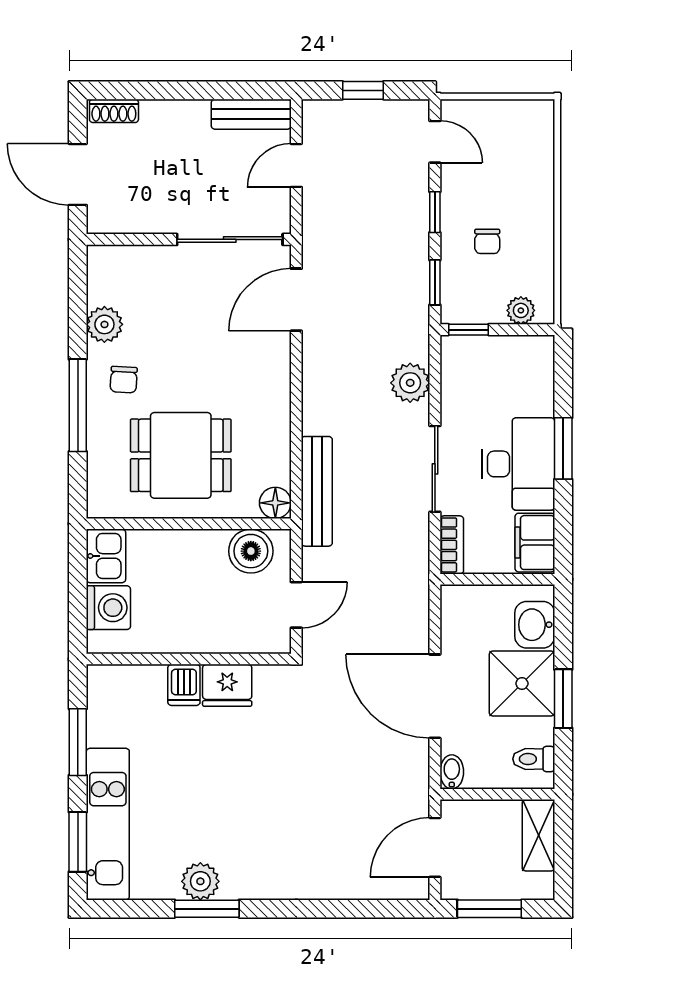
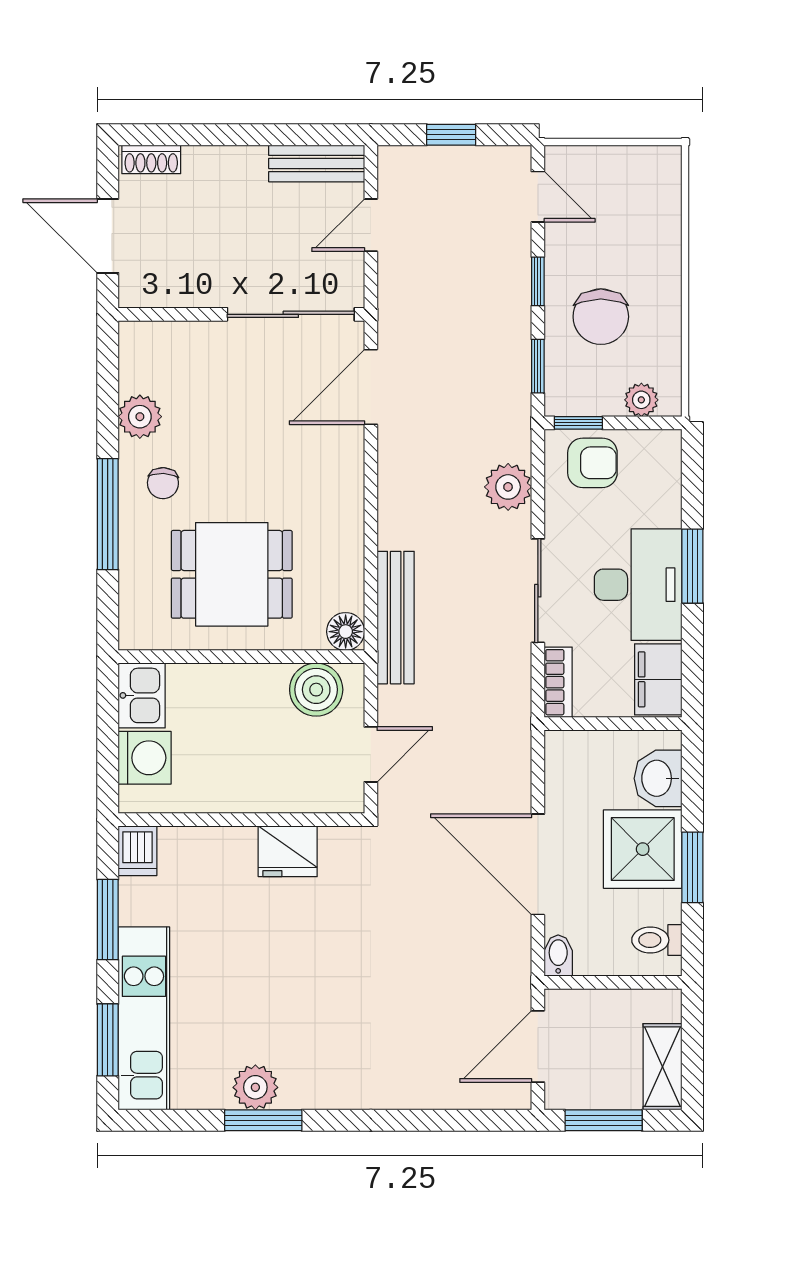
chair: (487, 241) -> (601, 317), width x1.87, depth x1.87
armchair: (480, 363) -> (592, 463), added
dishwasher: (184, 685) -> (137, 851), moved
shelving: (538, 835) -> (662, 1067), moved

